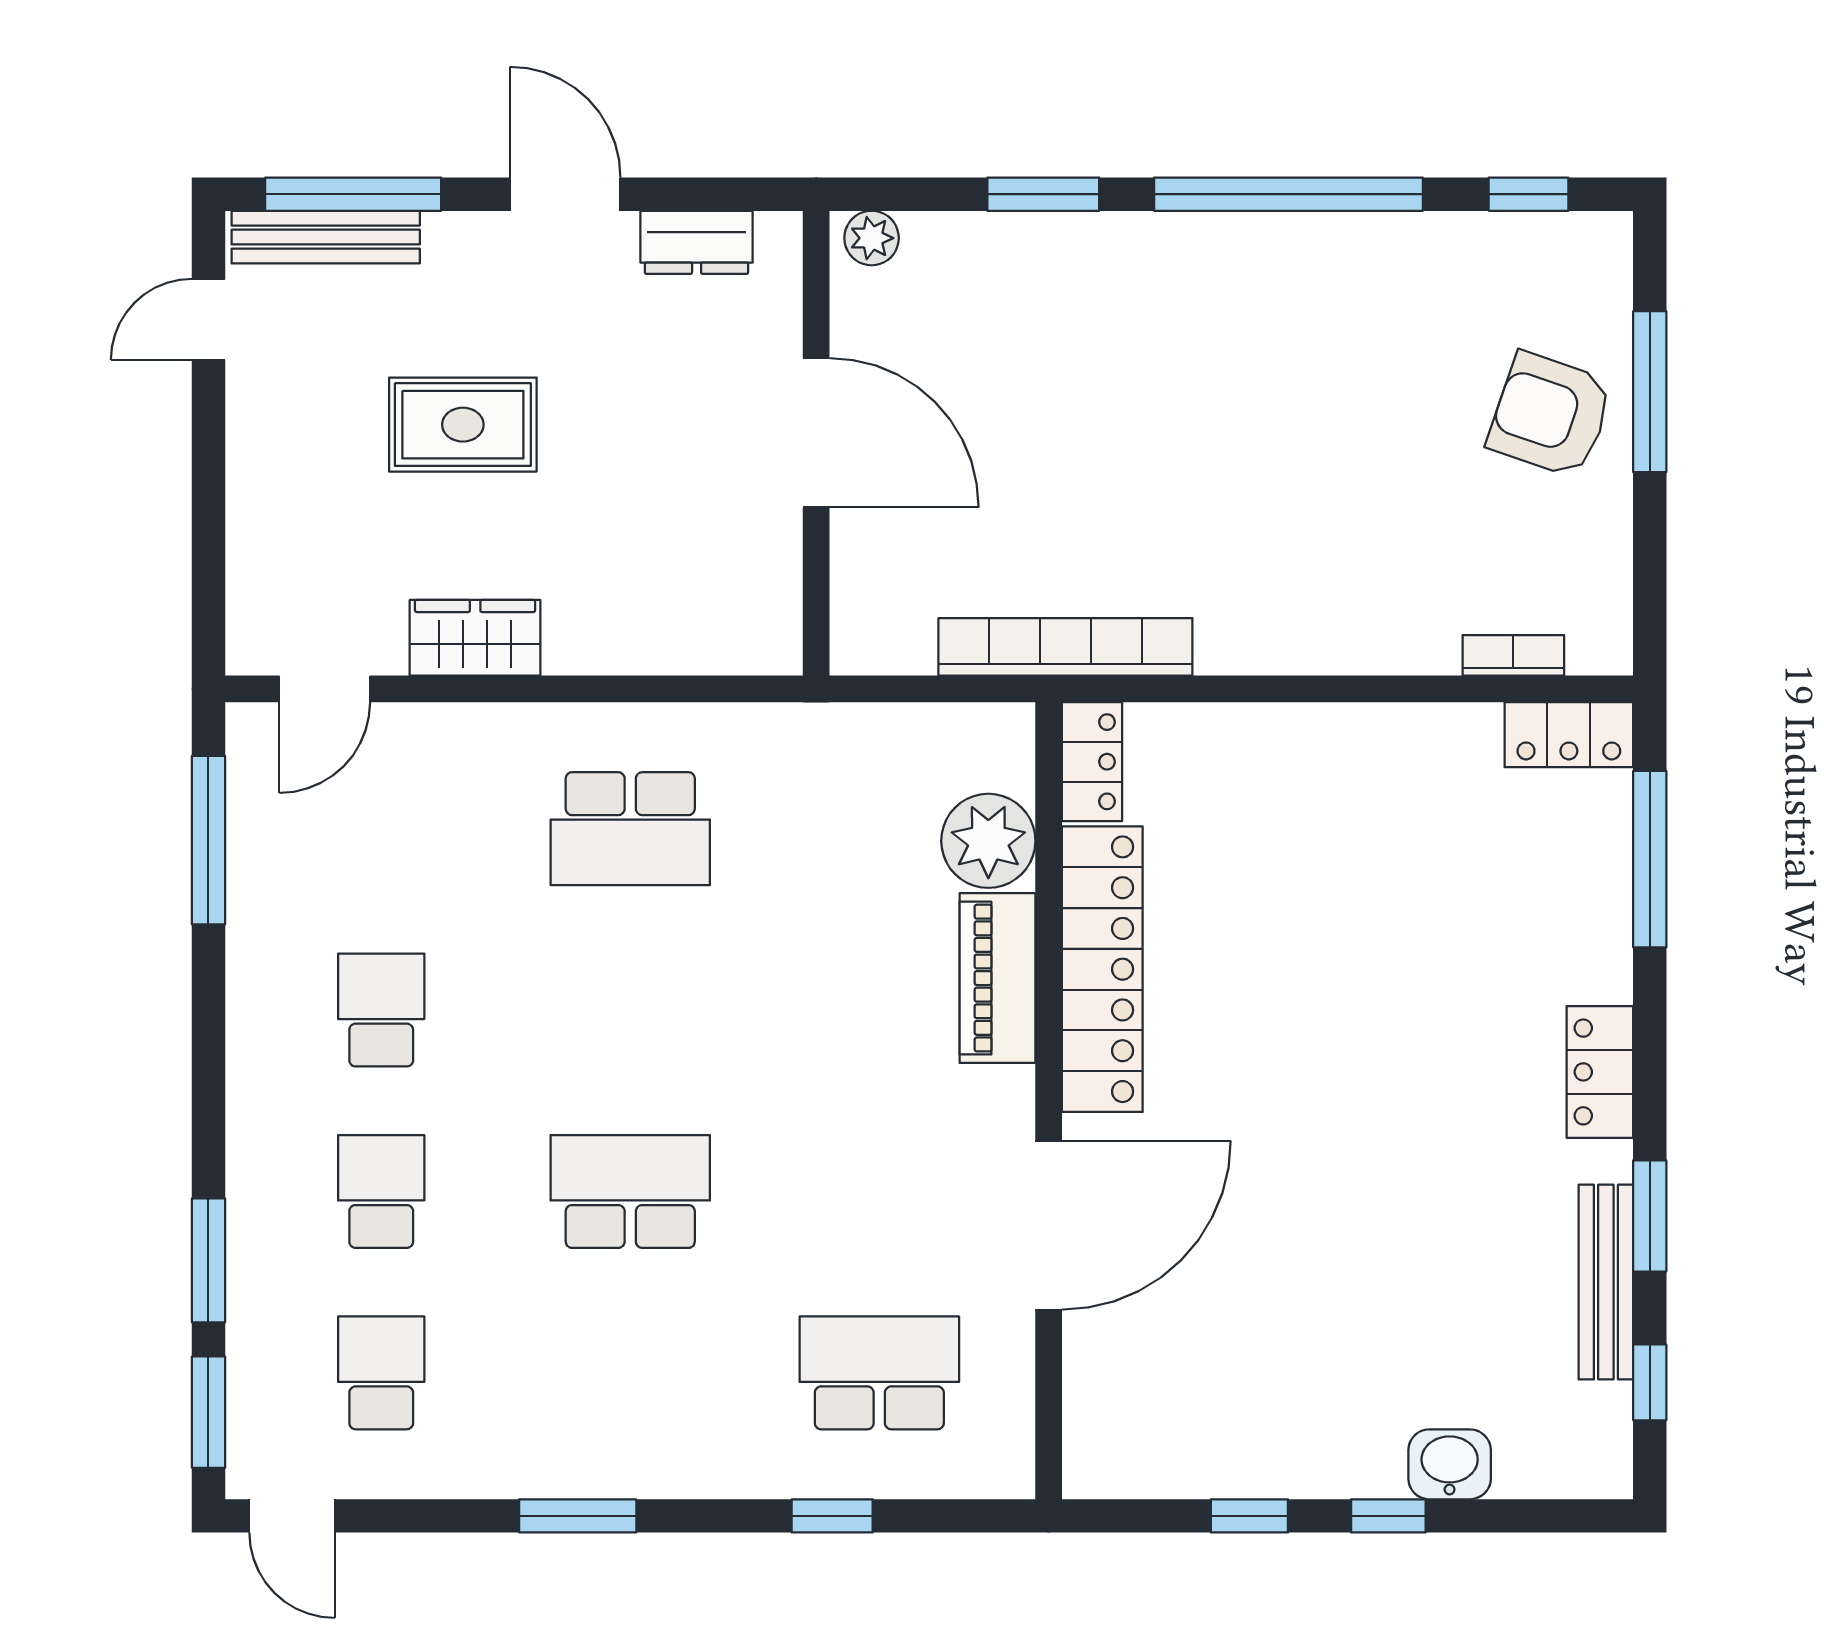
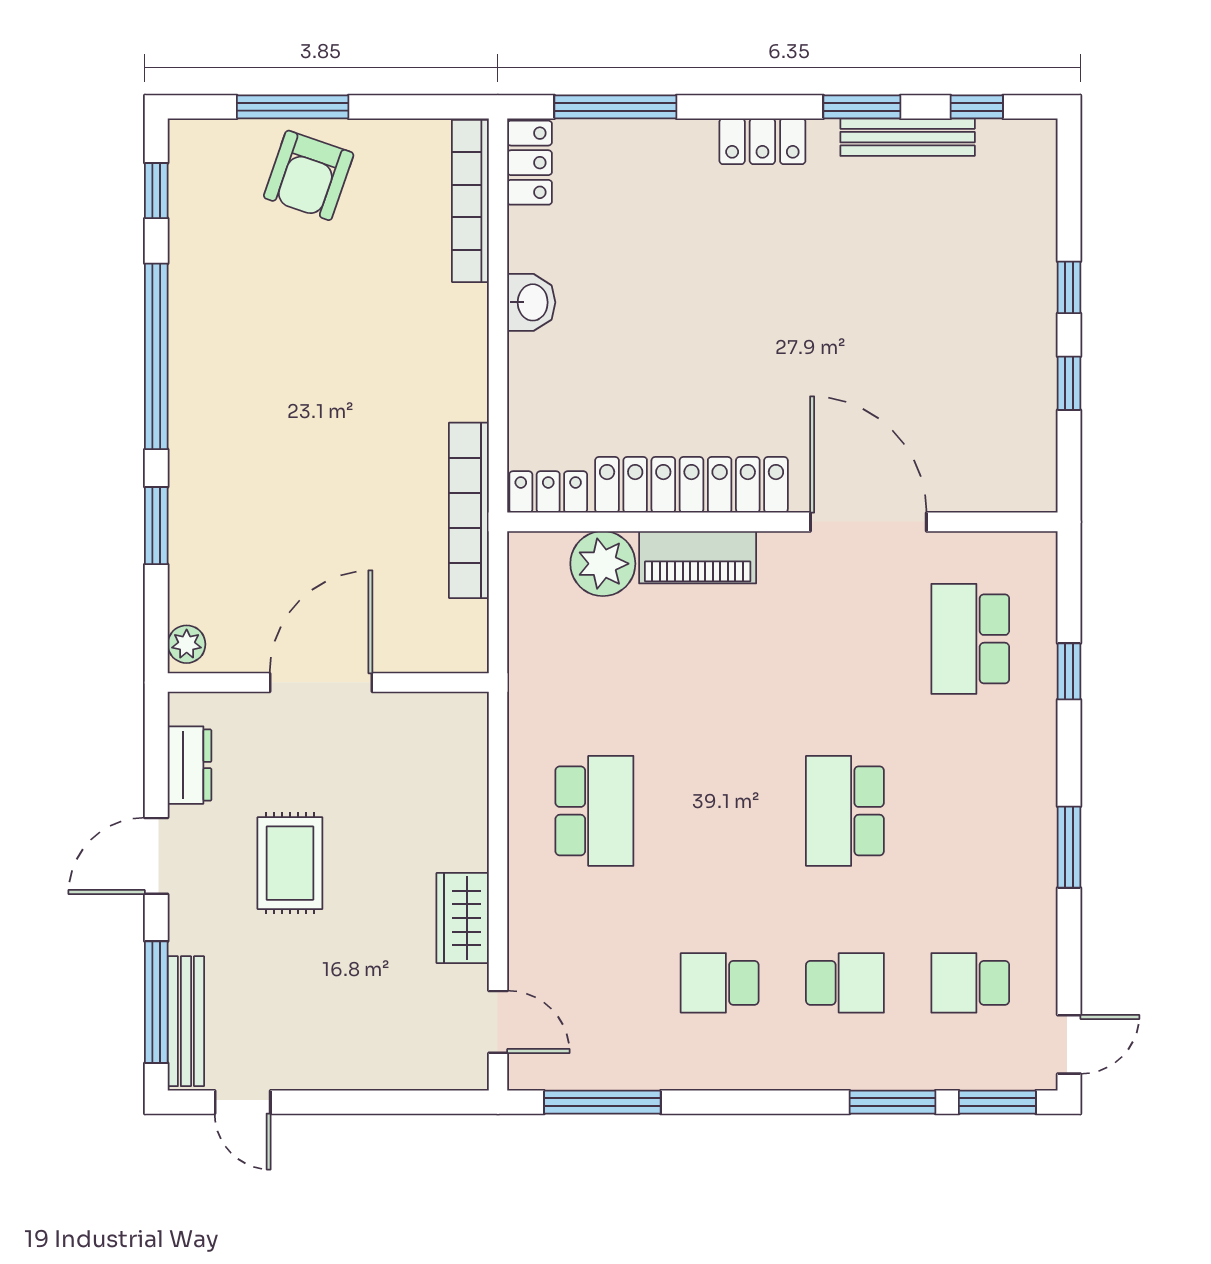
rug: (463, 425) -> (290, 863), moved
bookcase: (1513, 655) -> (470, 201), width x2.31, depth x1.31
school desk: (381, 1191) -> (845, 983), turned 180
washbasin: (1450, 1464) -> (531, 302), moved, turned 180

